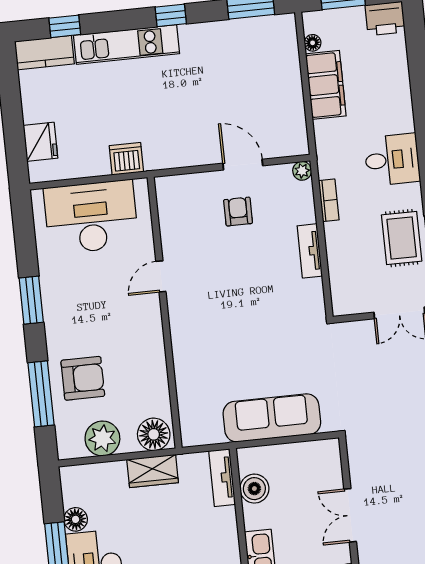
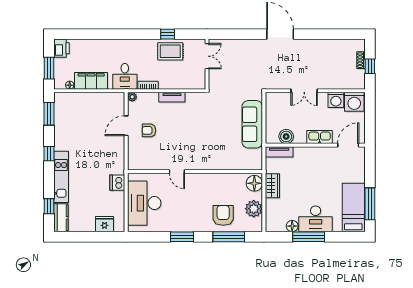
desk: (392, 160) -> (125, 76), moved, turned 180

